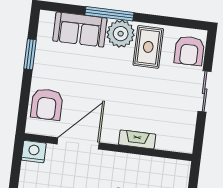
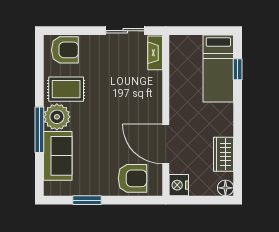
sliding door: (205, 91) -> (125, 31), moved
fireplace: (137, 139) -> (155, 53), moved

